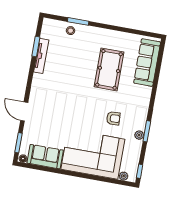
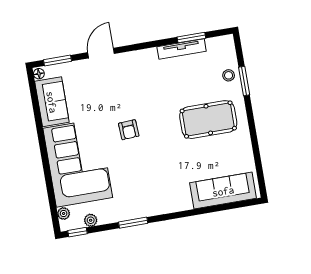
pool table: (109, 69) -> (208, 120), moved
armchair: (113, 118) -> (129, 130), moved
plant: (139, 135) -> (91, 220), moved

